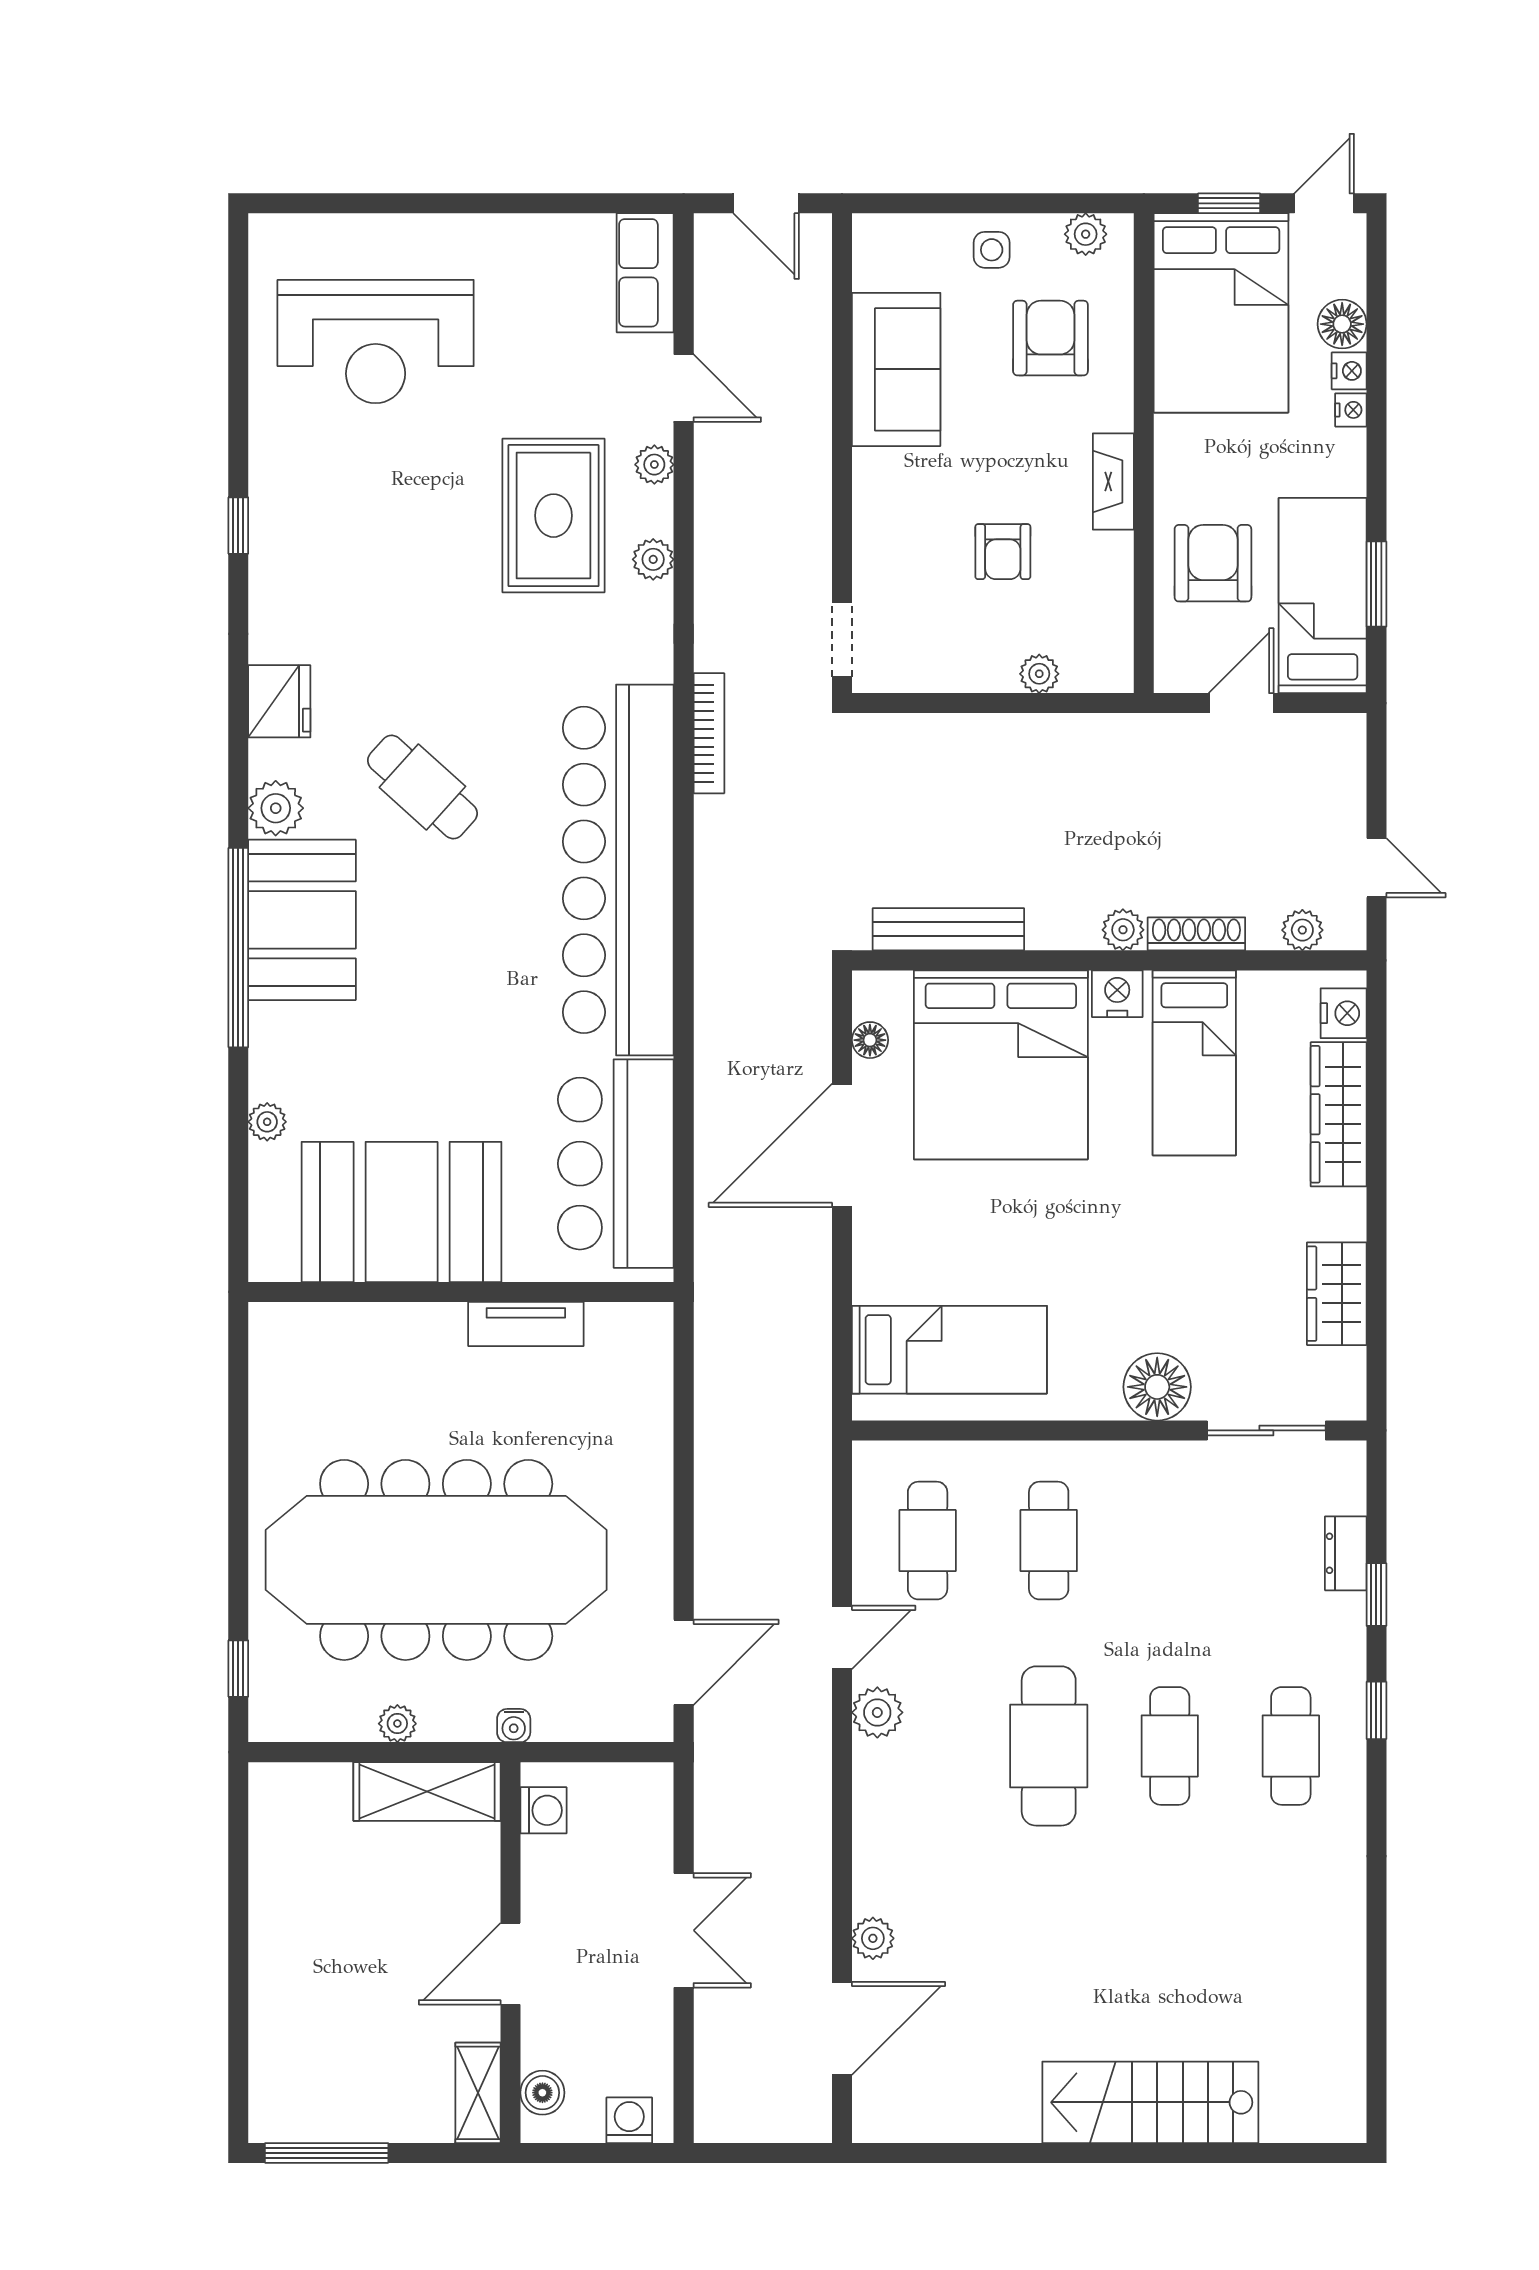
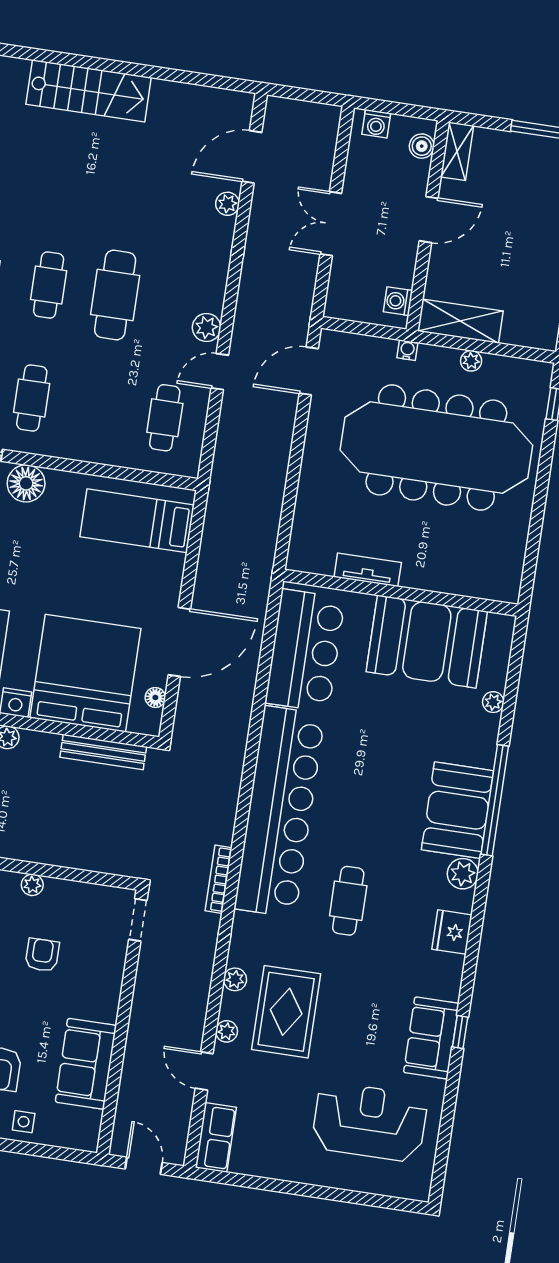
sofa: (288, 507) -> (431, 1038), added
cafe table: (422, 787) -> (348, 901), moved, turned 48
cafe table: (1049, 1541) -> (32, 398), moved

